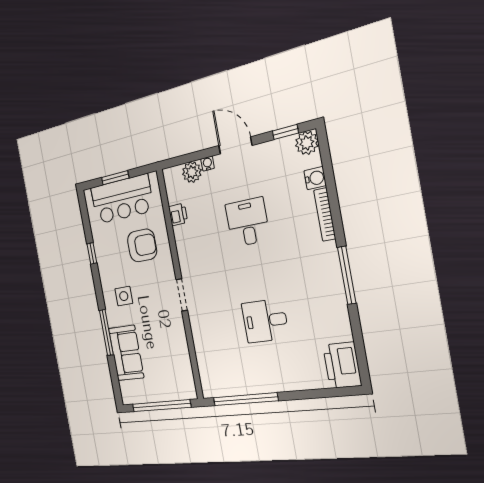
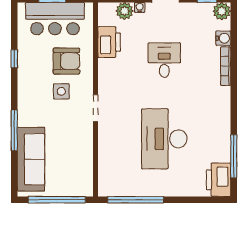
printer: (178, 214) -> (109, 42), width x1.87, depth x1.48
window: (347, 275) -> (234, 156), moved
side table: (124, 296) -> (61, 91), moved
desk: (265, 321) -> (164, 139), width x1.87, depth x1.30
sofa: (126, 353) -> (31, 159), width x1.36

